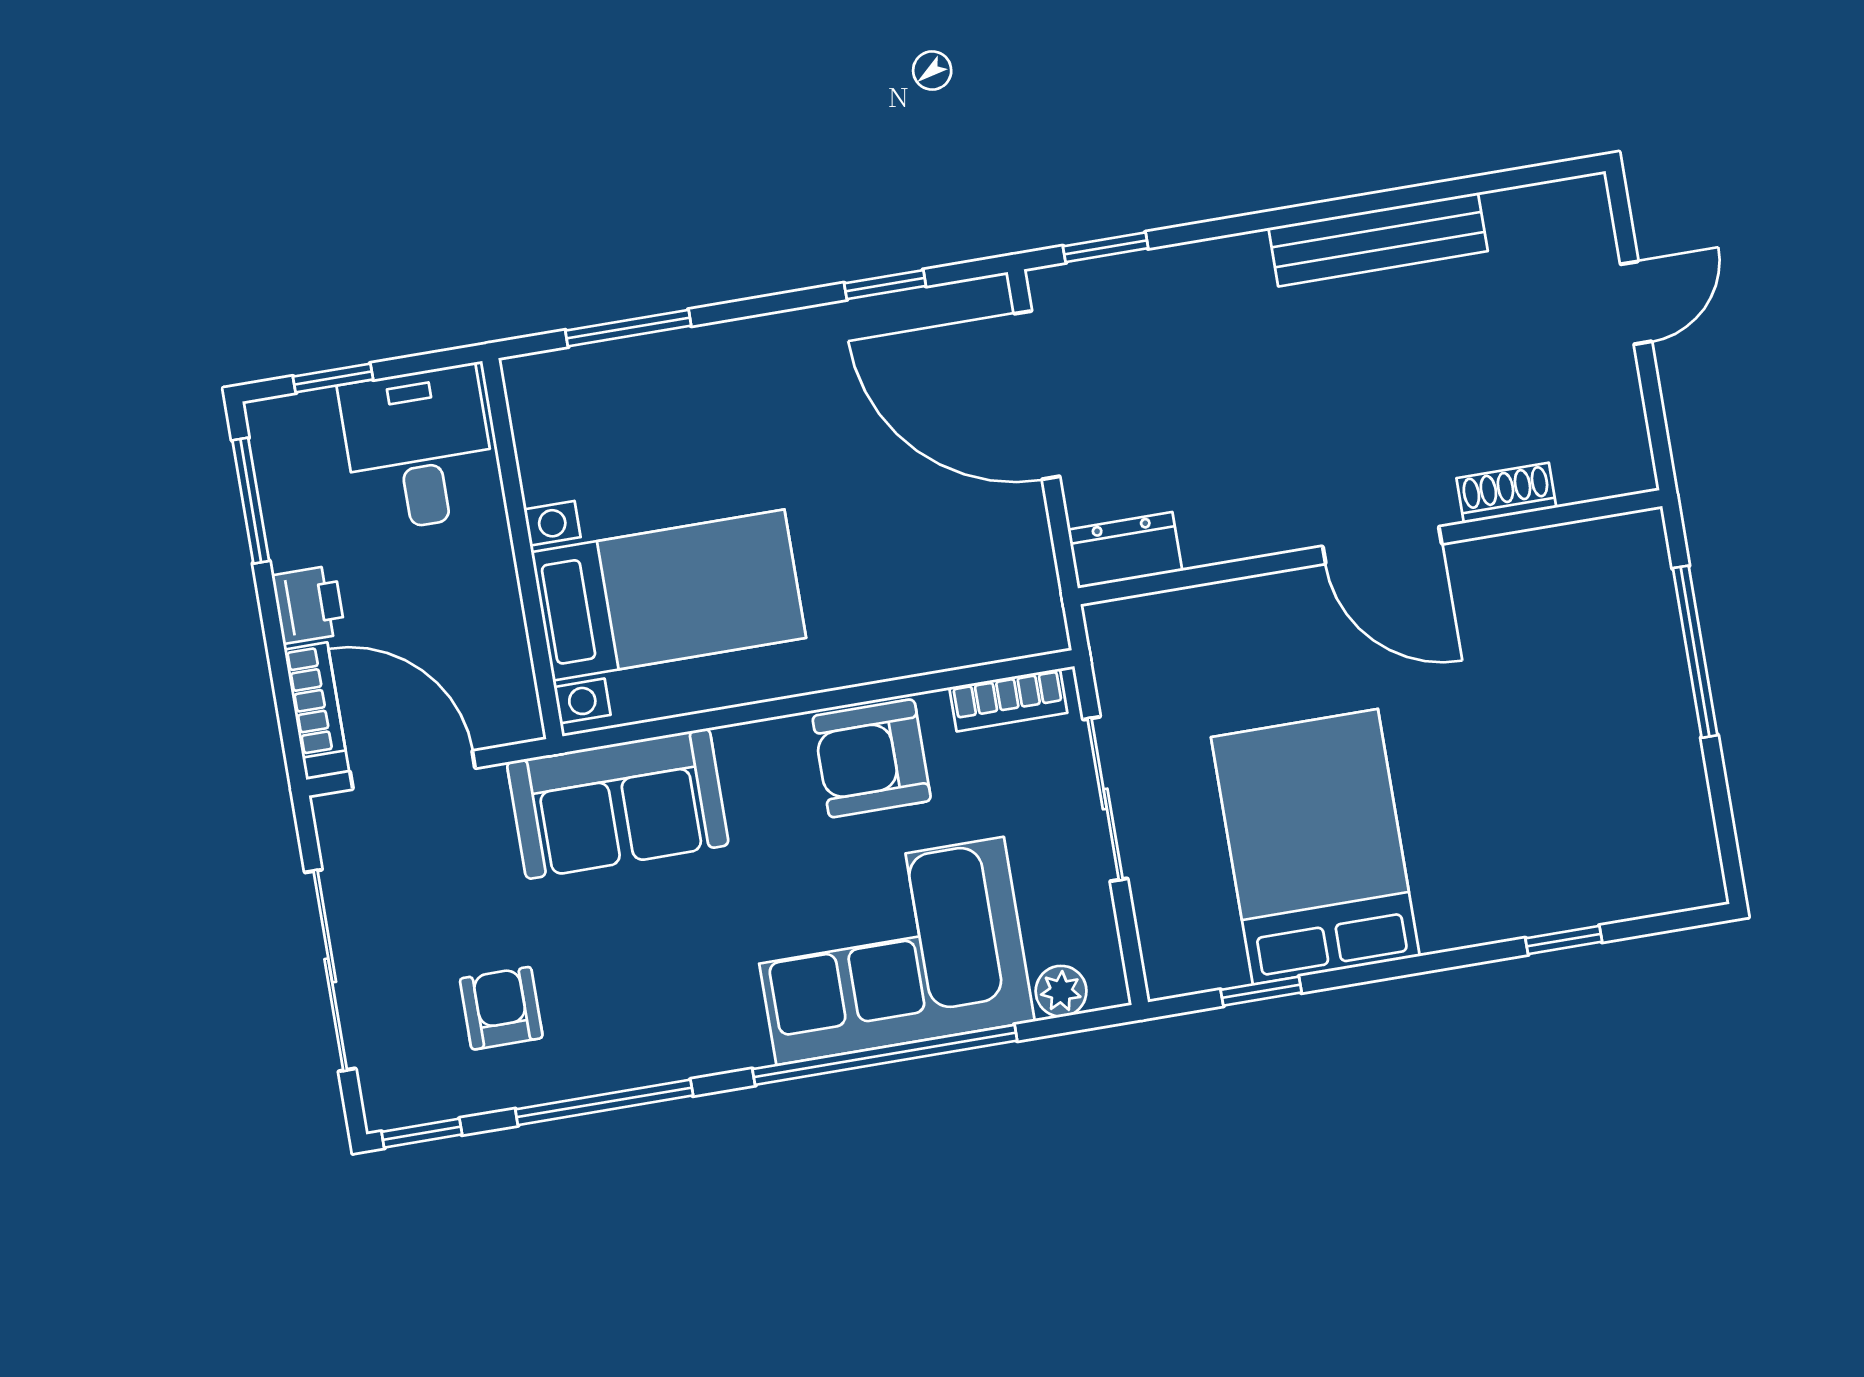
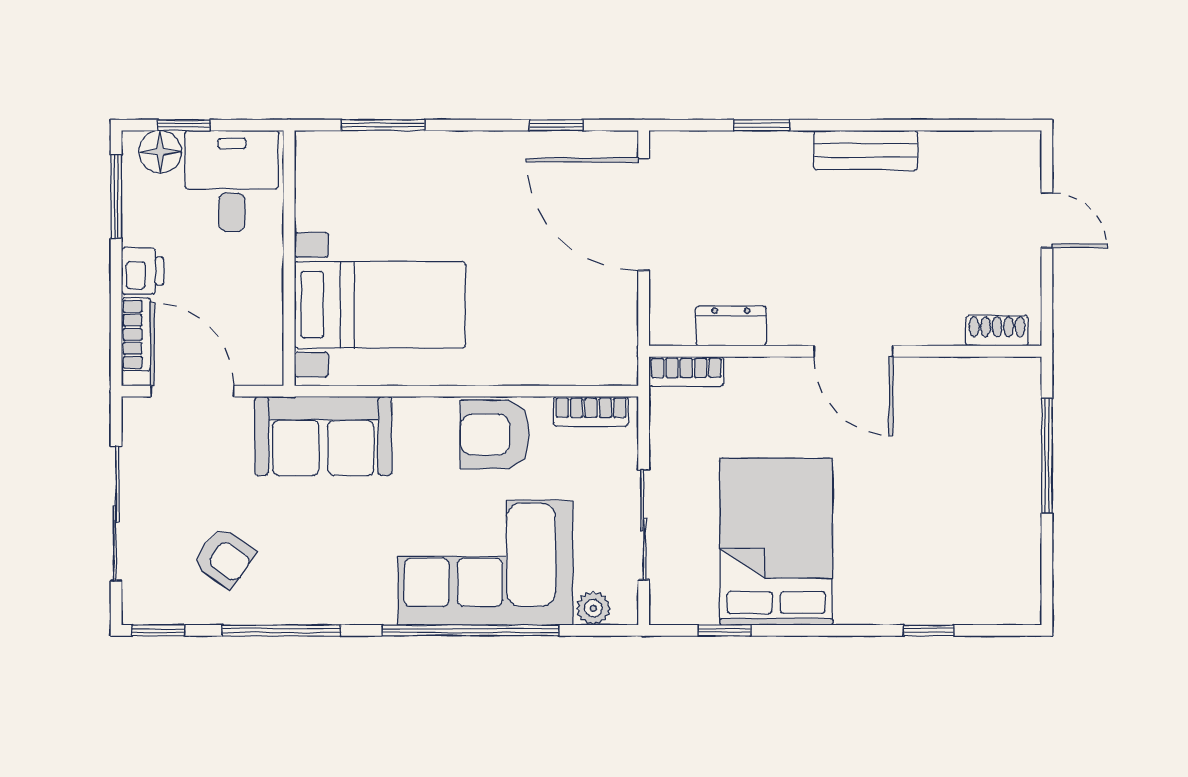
bench: (1378, 240) -> (866, 150), width x0.73
window: (1106, 247) -> (761, 125), moved
door: (1636, 303) -> (1047, 220), hinge flipped
floor lamp: (305, 423) -> (160, 152), added
shoe rack: (1506, 493) -> (997, 331), moved
dresser: (1125, 550) -> (731, 326), moved
bookcase: (1140, 617) -> (686, 371), added
sliding door: (1105, 799) -> (644, 525), moved
armchair: (501, 1008) -> (224, 557), turned 126

